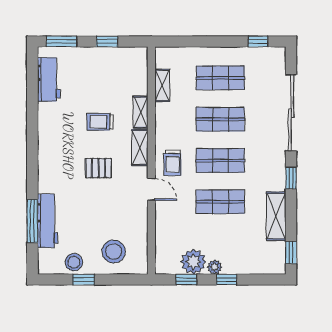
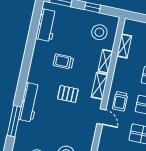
stool: (124, 74) -> (99, 32), added
trolley: (100, 122) -> (63, 61), moved
workbench: (48, 221) -> (29, 102), moved

